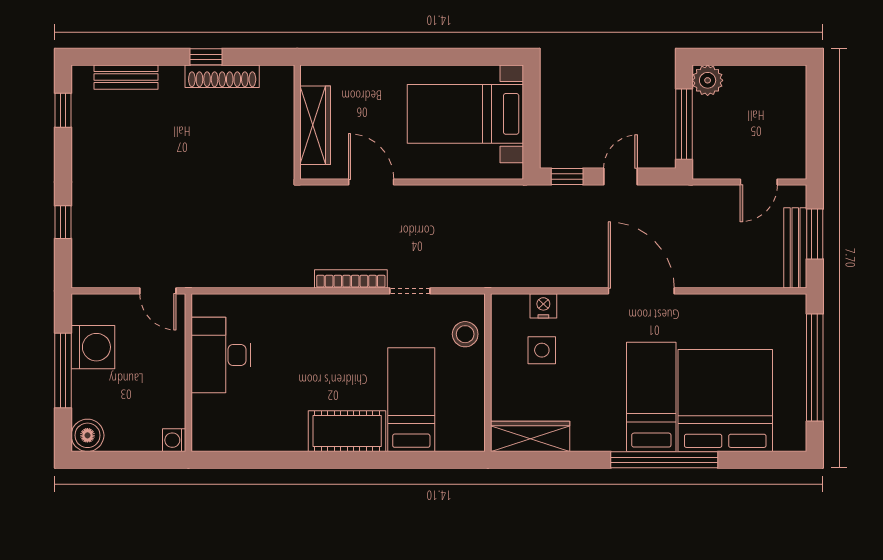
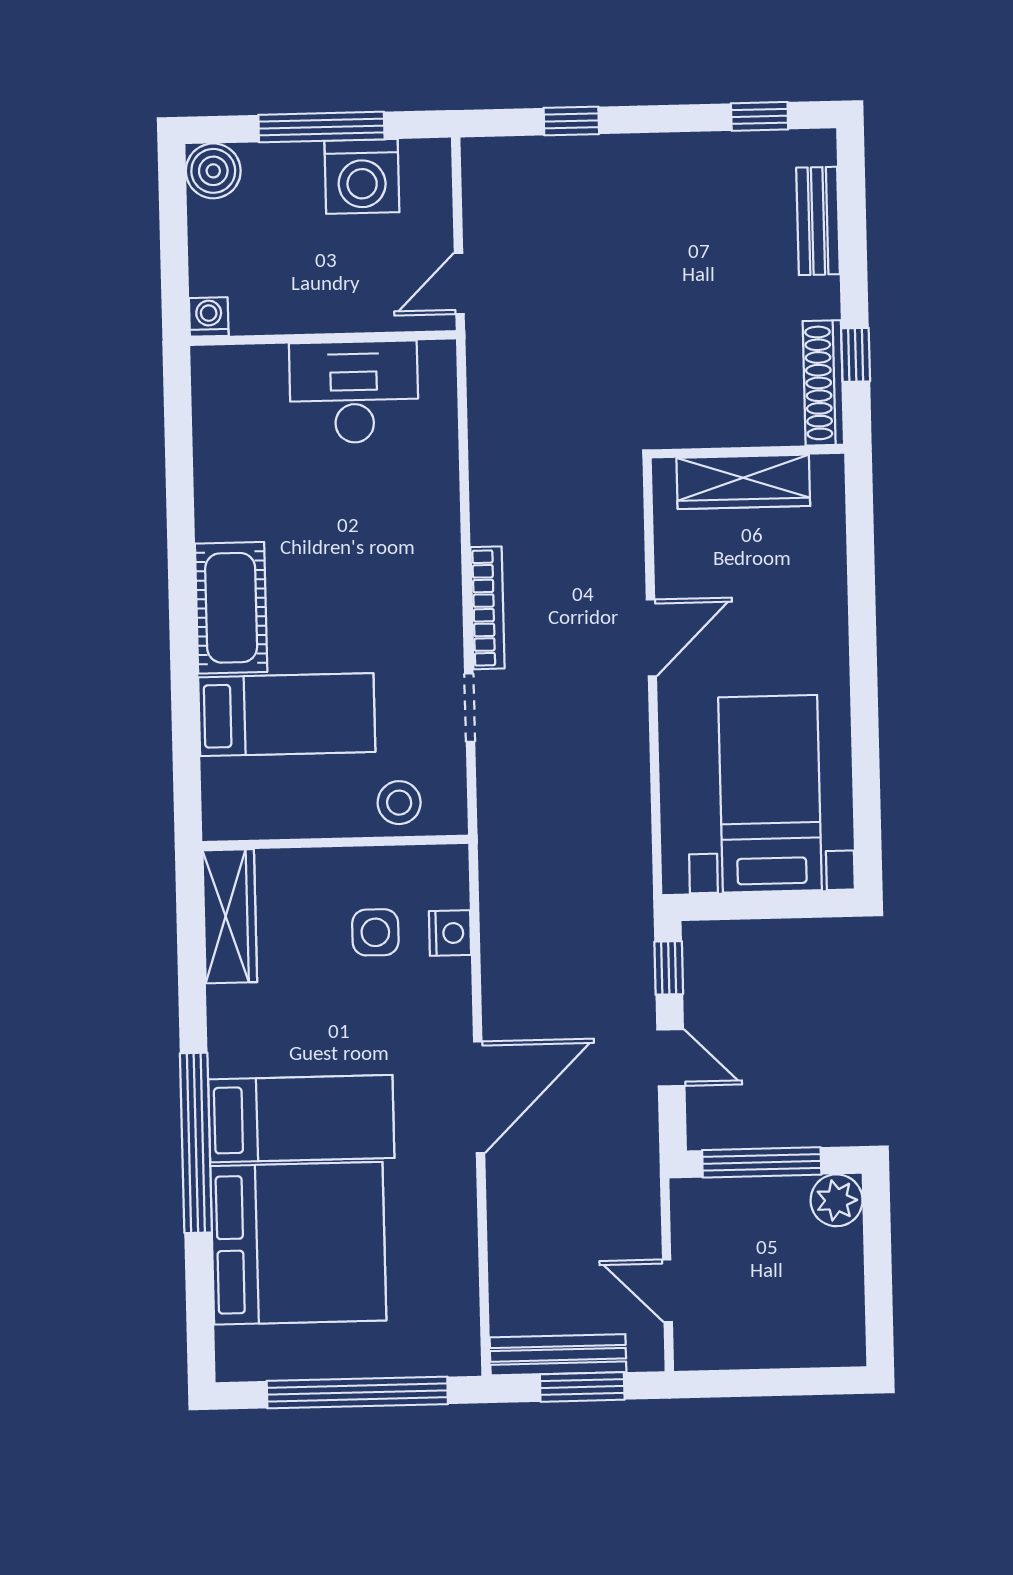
wall: (297, 122) -> (748, 452), moved
wardrobe: (315, 125) -> (743, 482), moved

